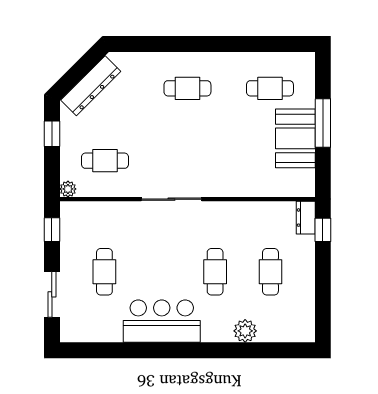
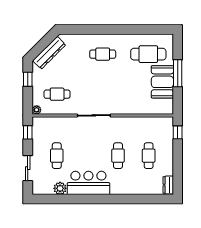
cafe table: (270, 88) -> (148, 54), width x1.37, depth x1.35
dresser: (306, 218) -> (168, 185), moved
plant: (245, 331) -> (60, 188), moved

